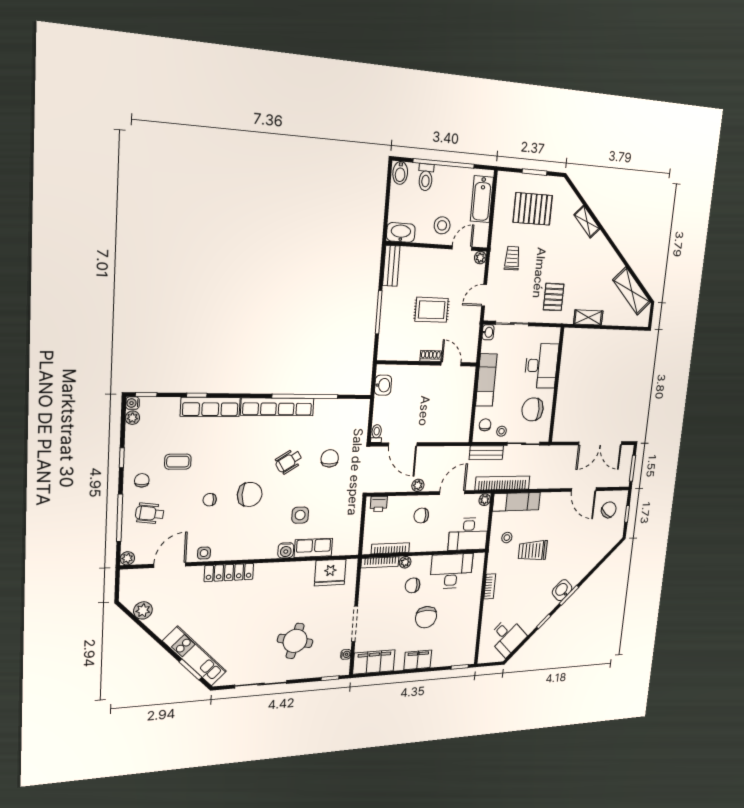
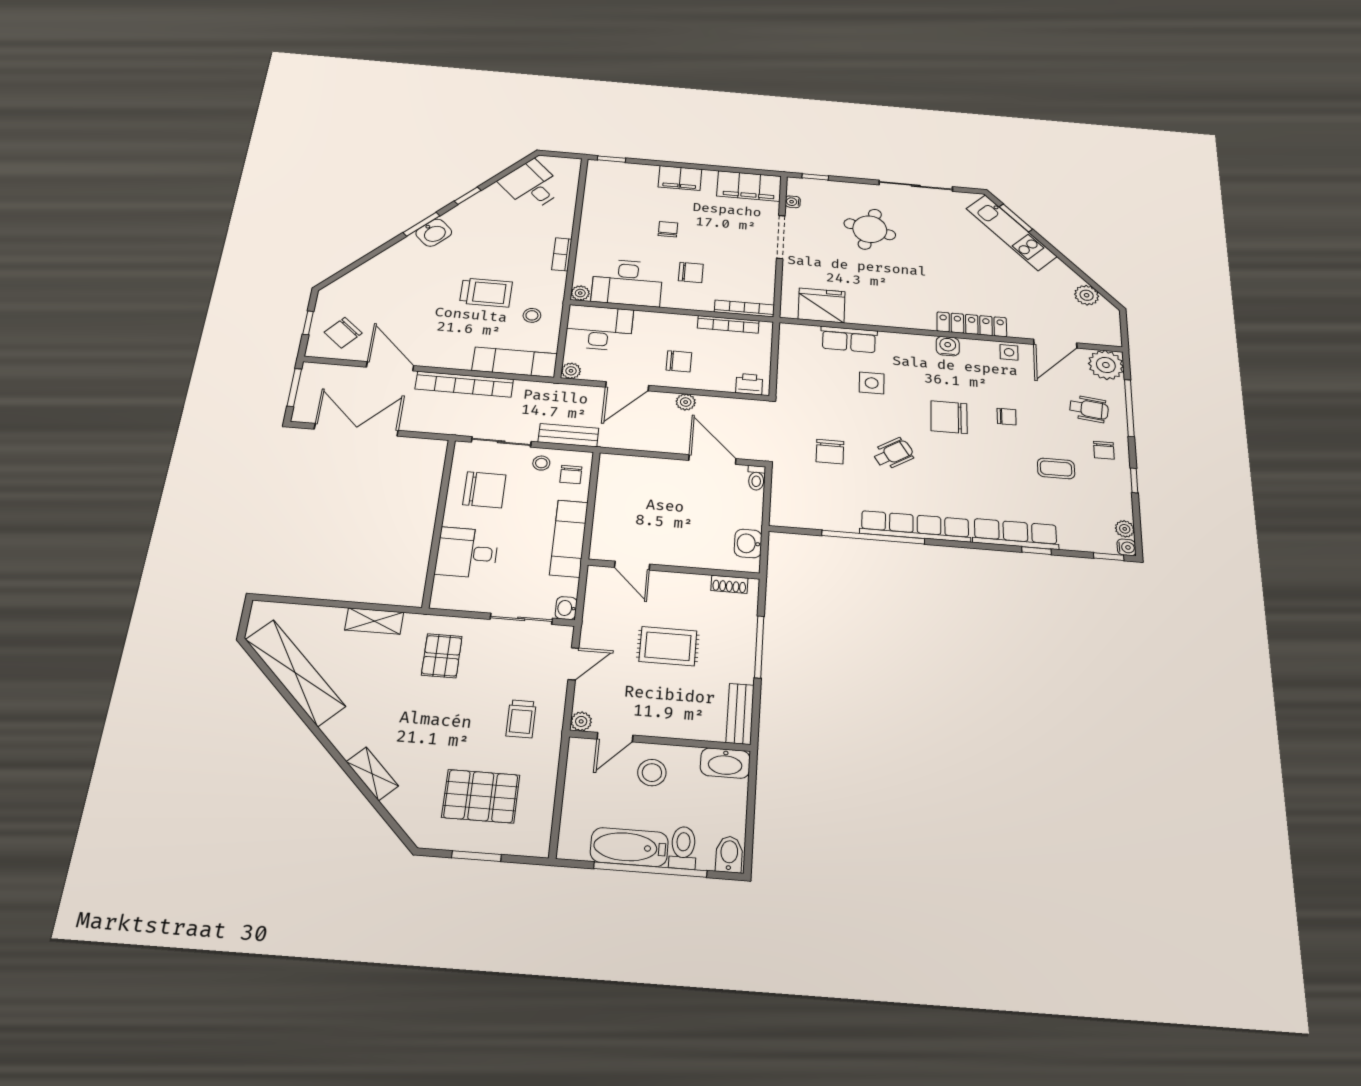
bathtub: (482, 199) -> (629, 847), moved, turned -90
shelving: (632, 291) -> (295, 673), width x1.47
shoe rack: (431, 356) -> (729, 584), moved
desk: (541, 366) -> (467, 553), width x0.73
bookcase: (503, 483) -> (464, 384), moved
water cooler: (286, 550) -> (948, 346), moved
plant: (127, 558) -> (1106, 365), width x1.88, depth x1.88
plant: (405, 562) -> (580, 293), moved
chair: (426, 617) -> (668, 229), width x0.54, depth x0.54

